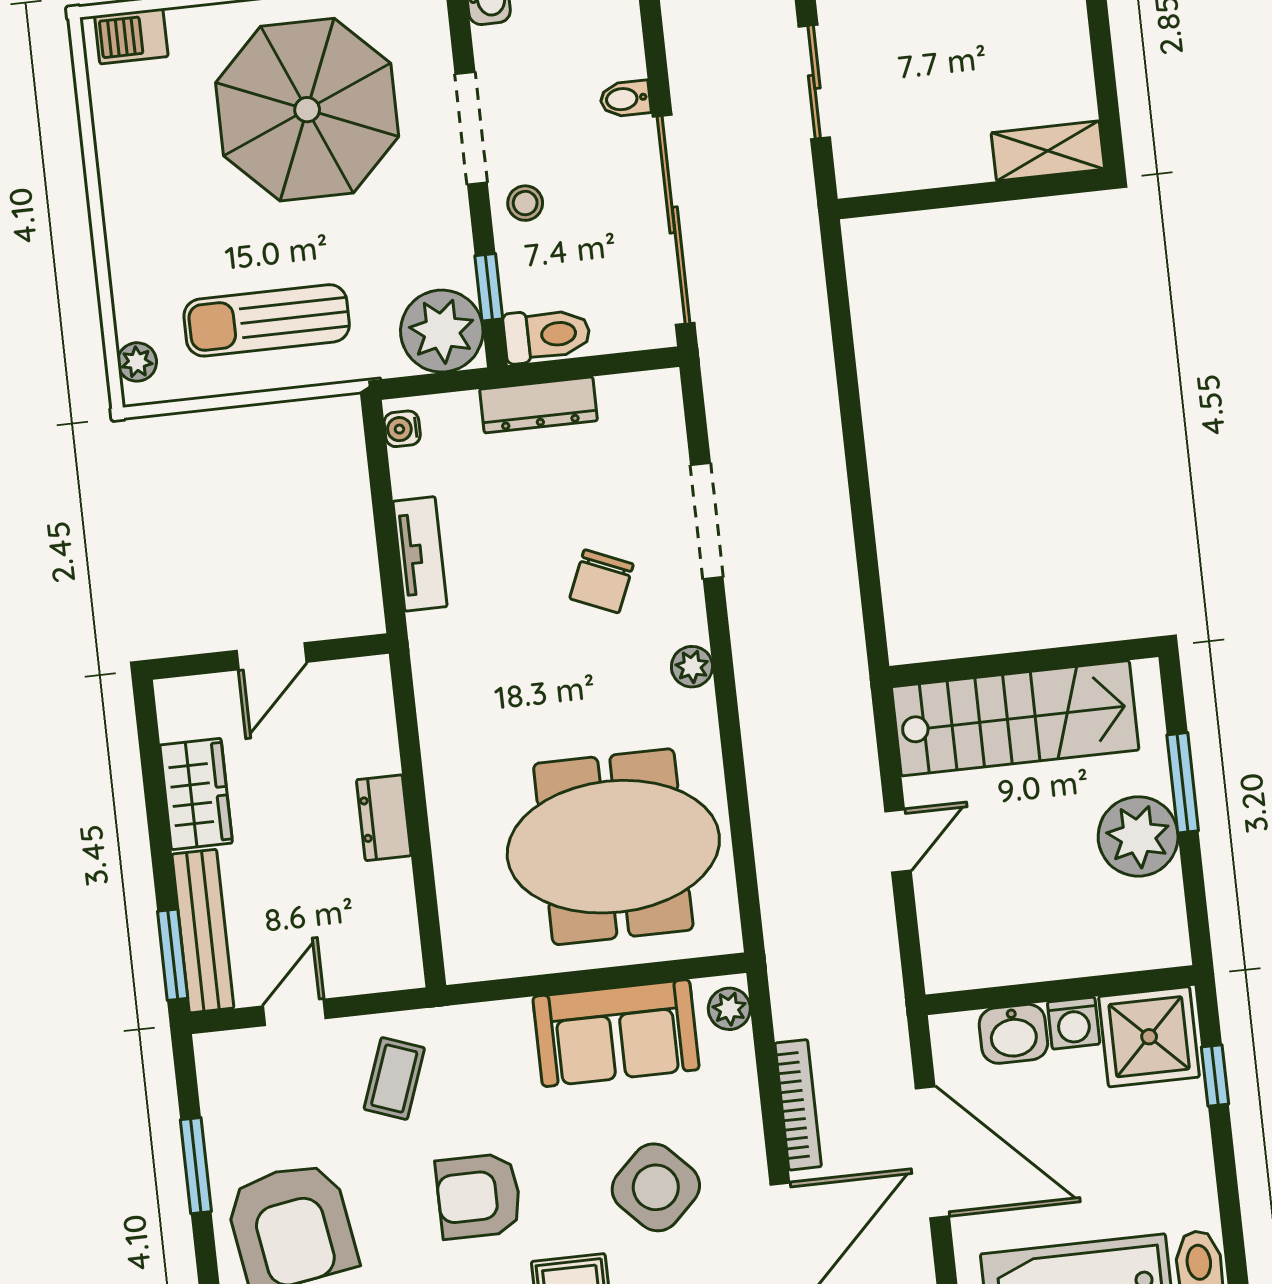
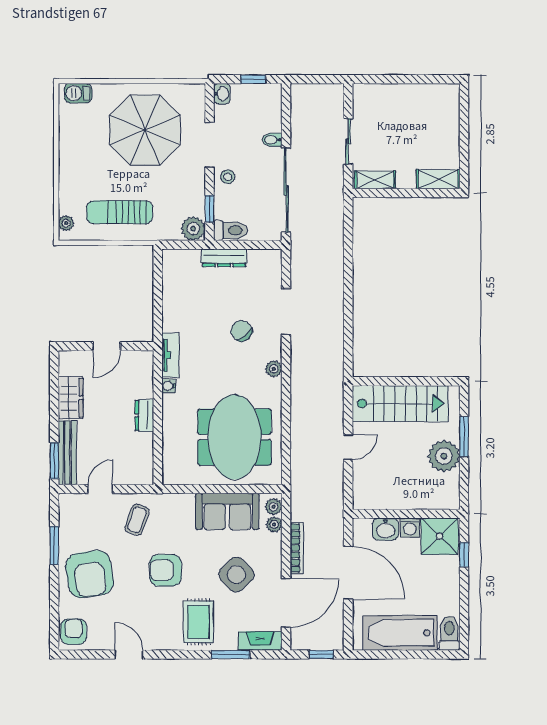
shelving: (892, 170) -> (375, 180), added
plant: (442, 331) -> (193, 229), width x0.73, depth x0.73
water cooler: (402, 429) -> (169, 386), moved
tv unit: (420, 554) -> (170, 355), moved
chair: (602, 581) -> (241, 331), turned 116
meeting table: (613, 847) -> (234, 437), turned 90
plant: (736, 1053) -> (274, 524), added

